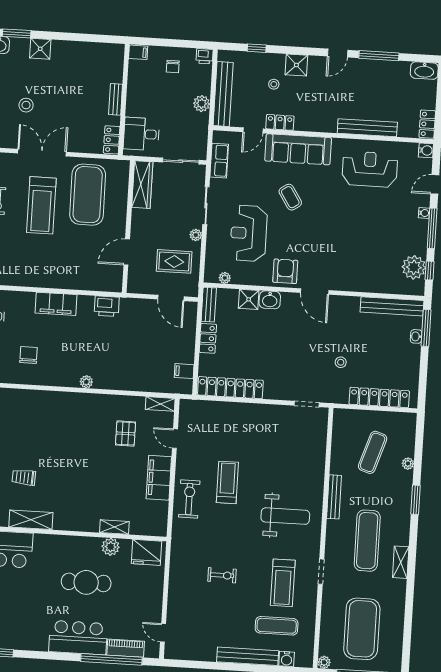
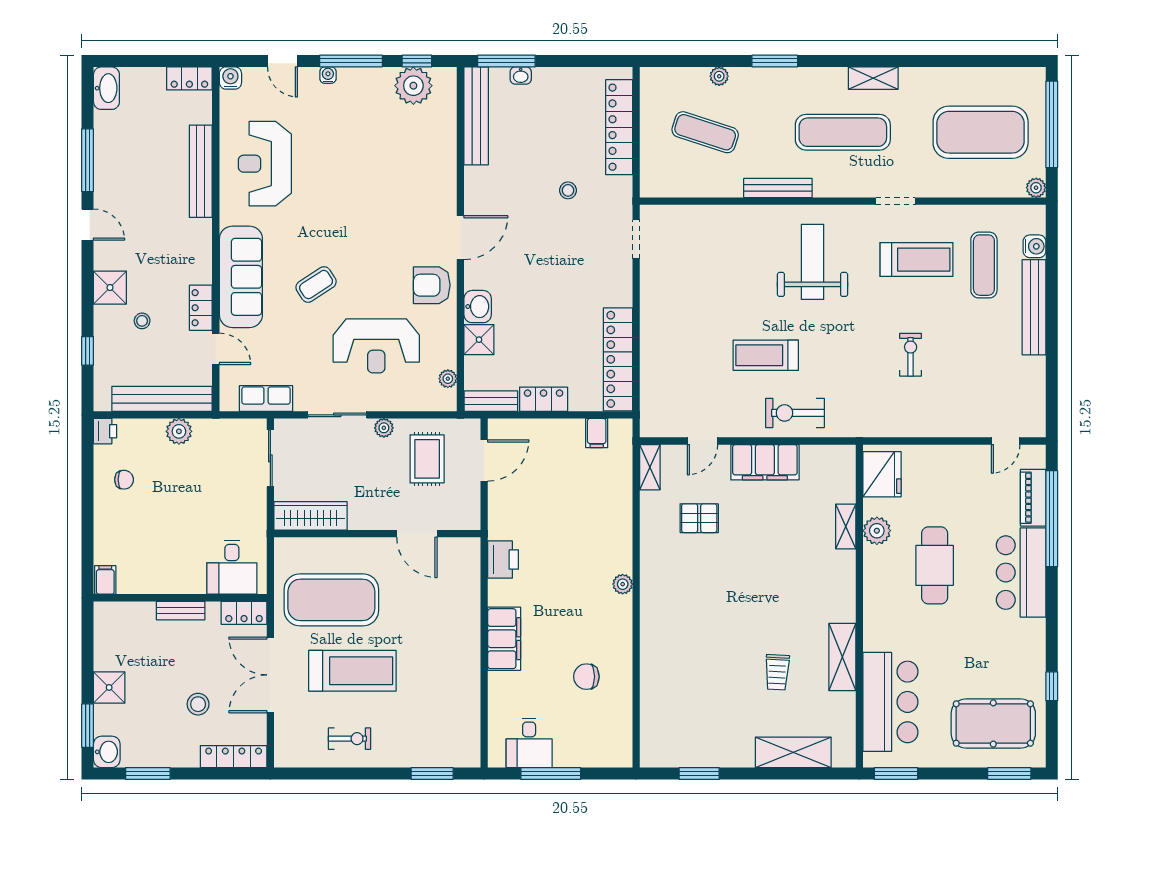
filing cabinet: (138, 52) -> (105, 580), moved
bench: (116, 99) -> (181, 611), moved
wall: (124, 100) -> (180, 598), moved
desk: (141, 134) -> (232, 567), moved
locker: (112, 140) -> (244, 613), moved

